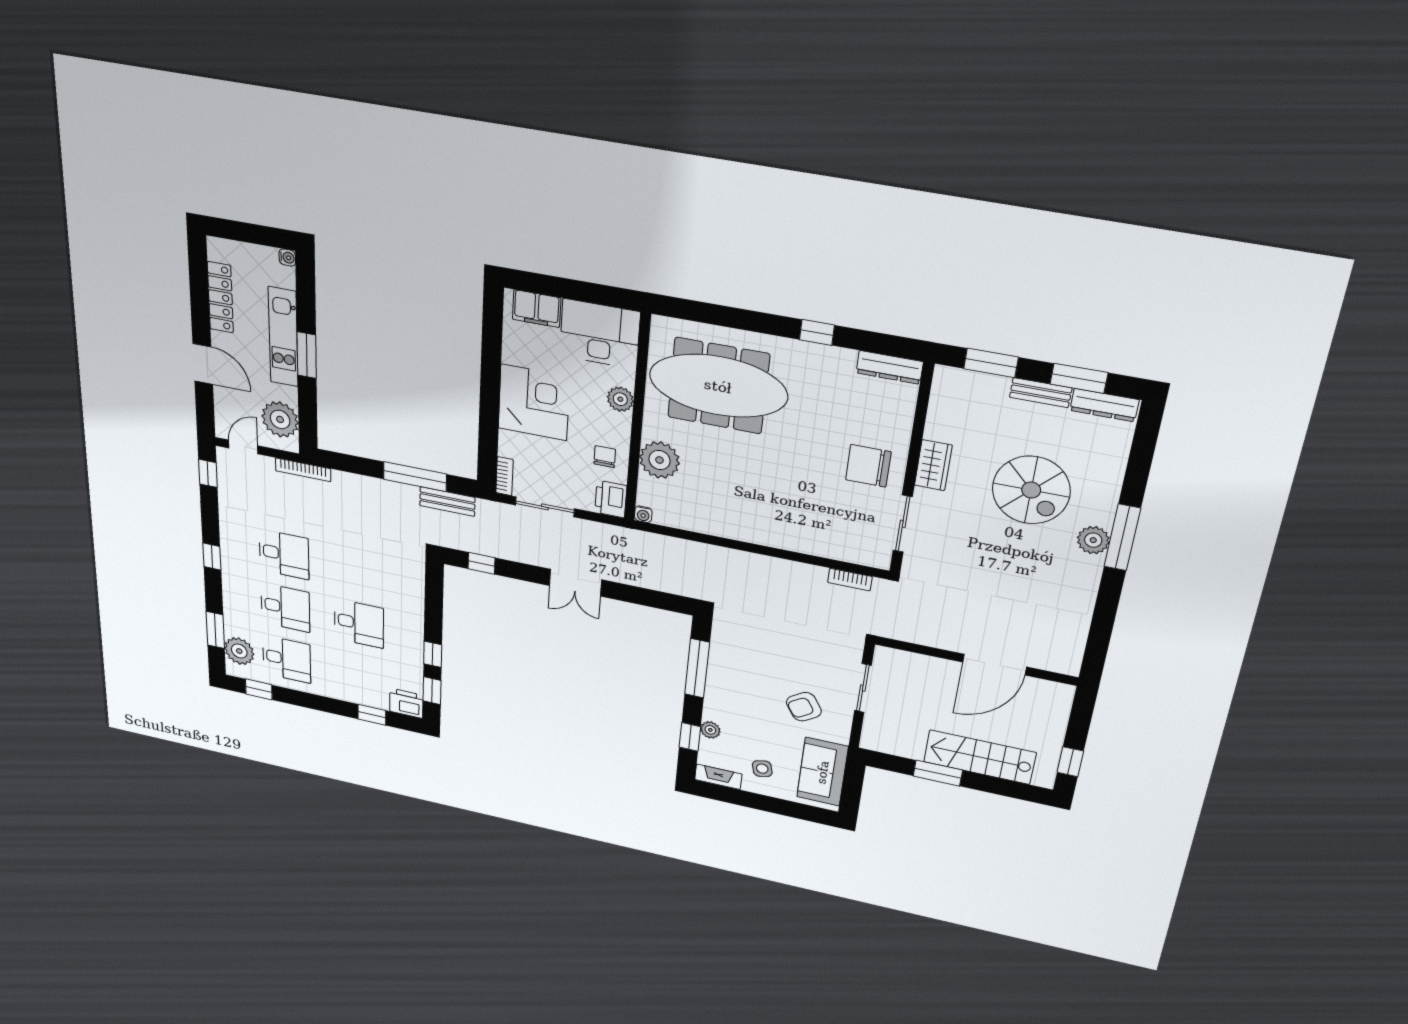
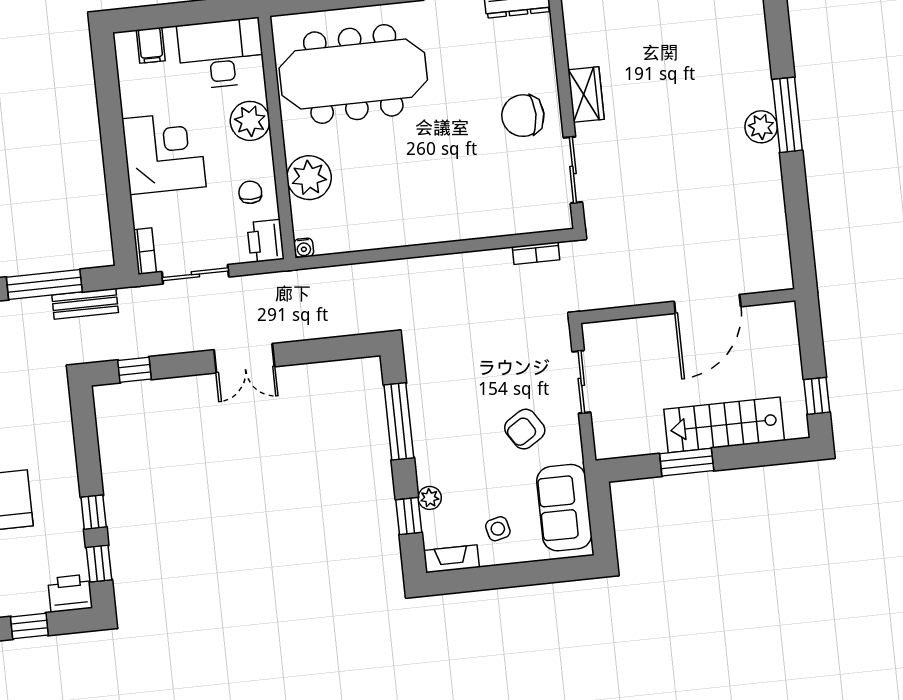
filing cabinet: (537, 309) -> (151, 45), width x0.50
plant: (620, 399) -> (250, 121), width x1.36, depth x1.36
spiral stairs: (1031, 490) -> (687, 91), removed

